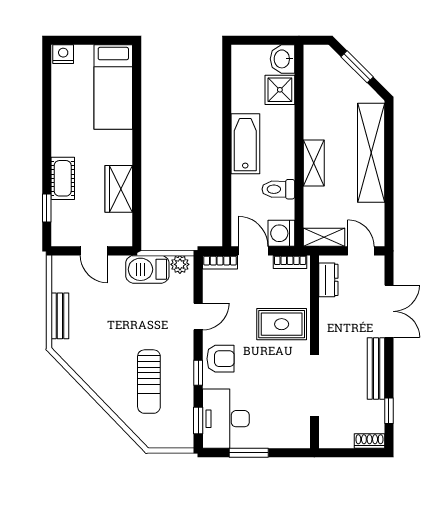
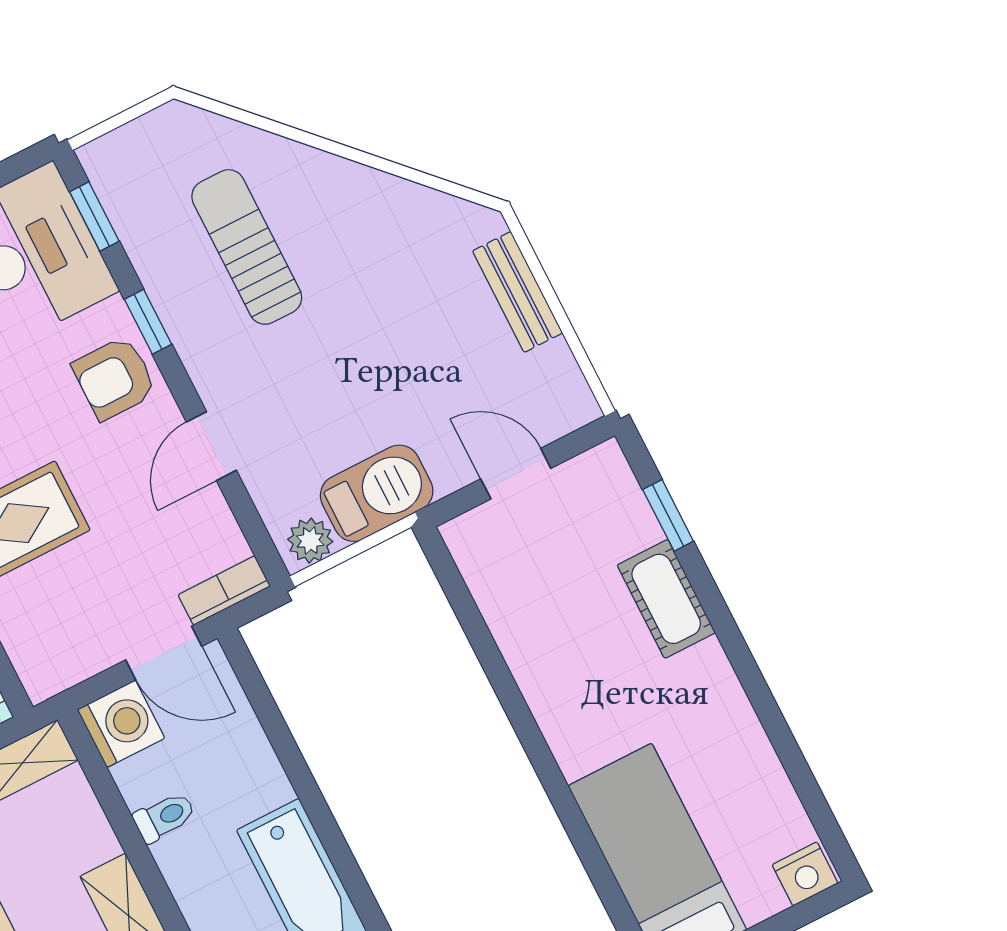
wardrobe: (119, 189) -> (531, 639), removed
toilet: (278, 189) -> (164, 817), width x0.73, depth x0.72
bookcase: (290, 262) -> (70, 670), removed

